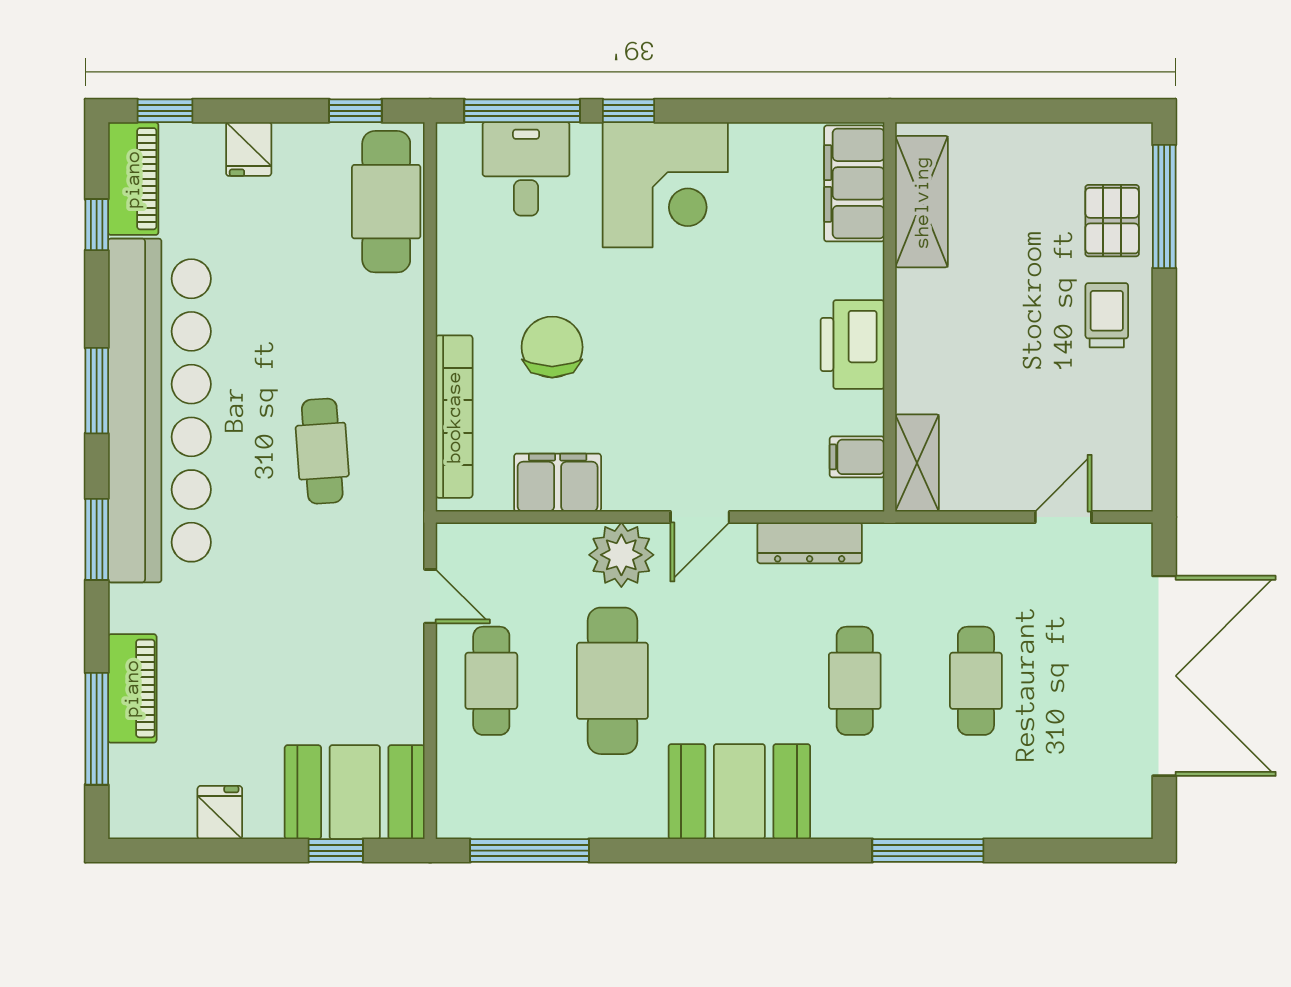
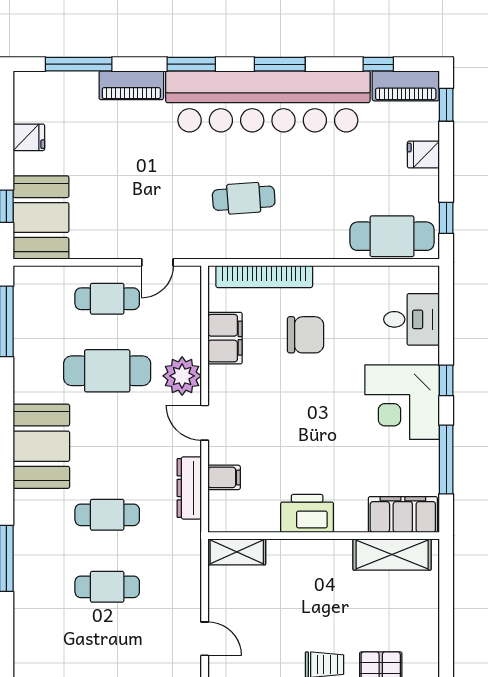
window: (522, 111) -> (446, 460), moved
filing cabinet: (857, 457) -> (224, 477), moved, turned 90
piano: (132, 688) -> (131, 85), moved

